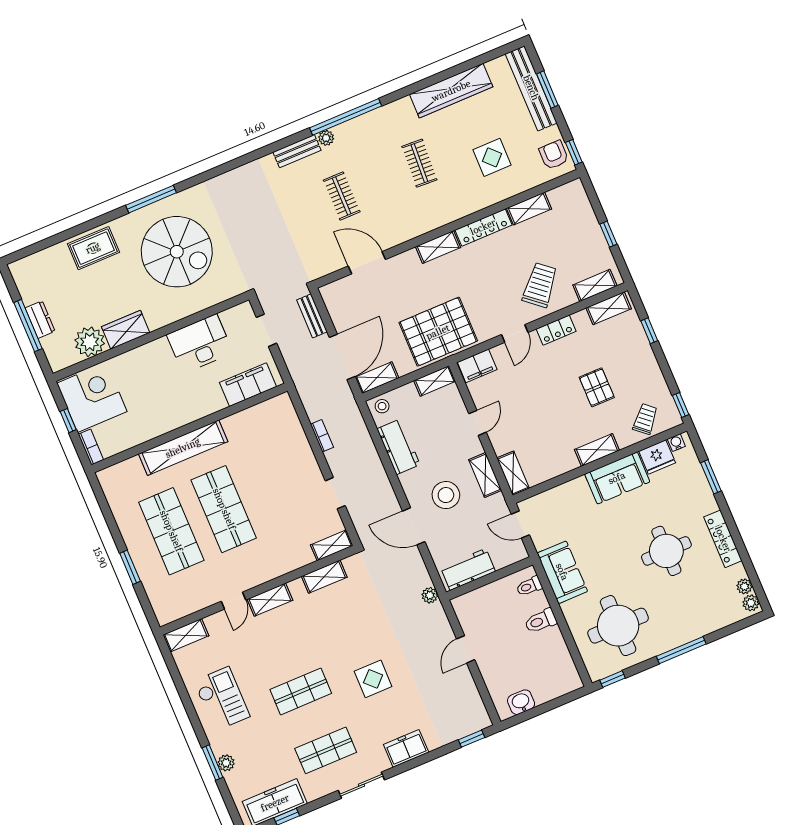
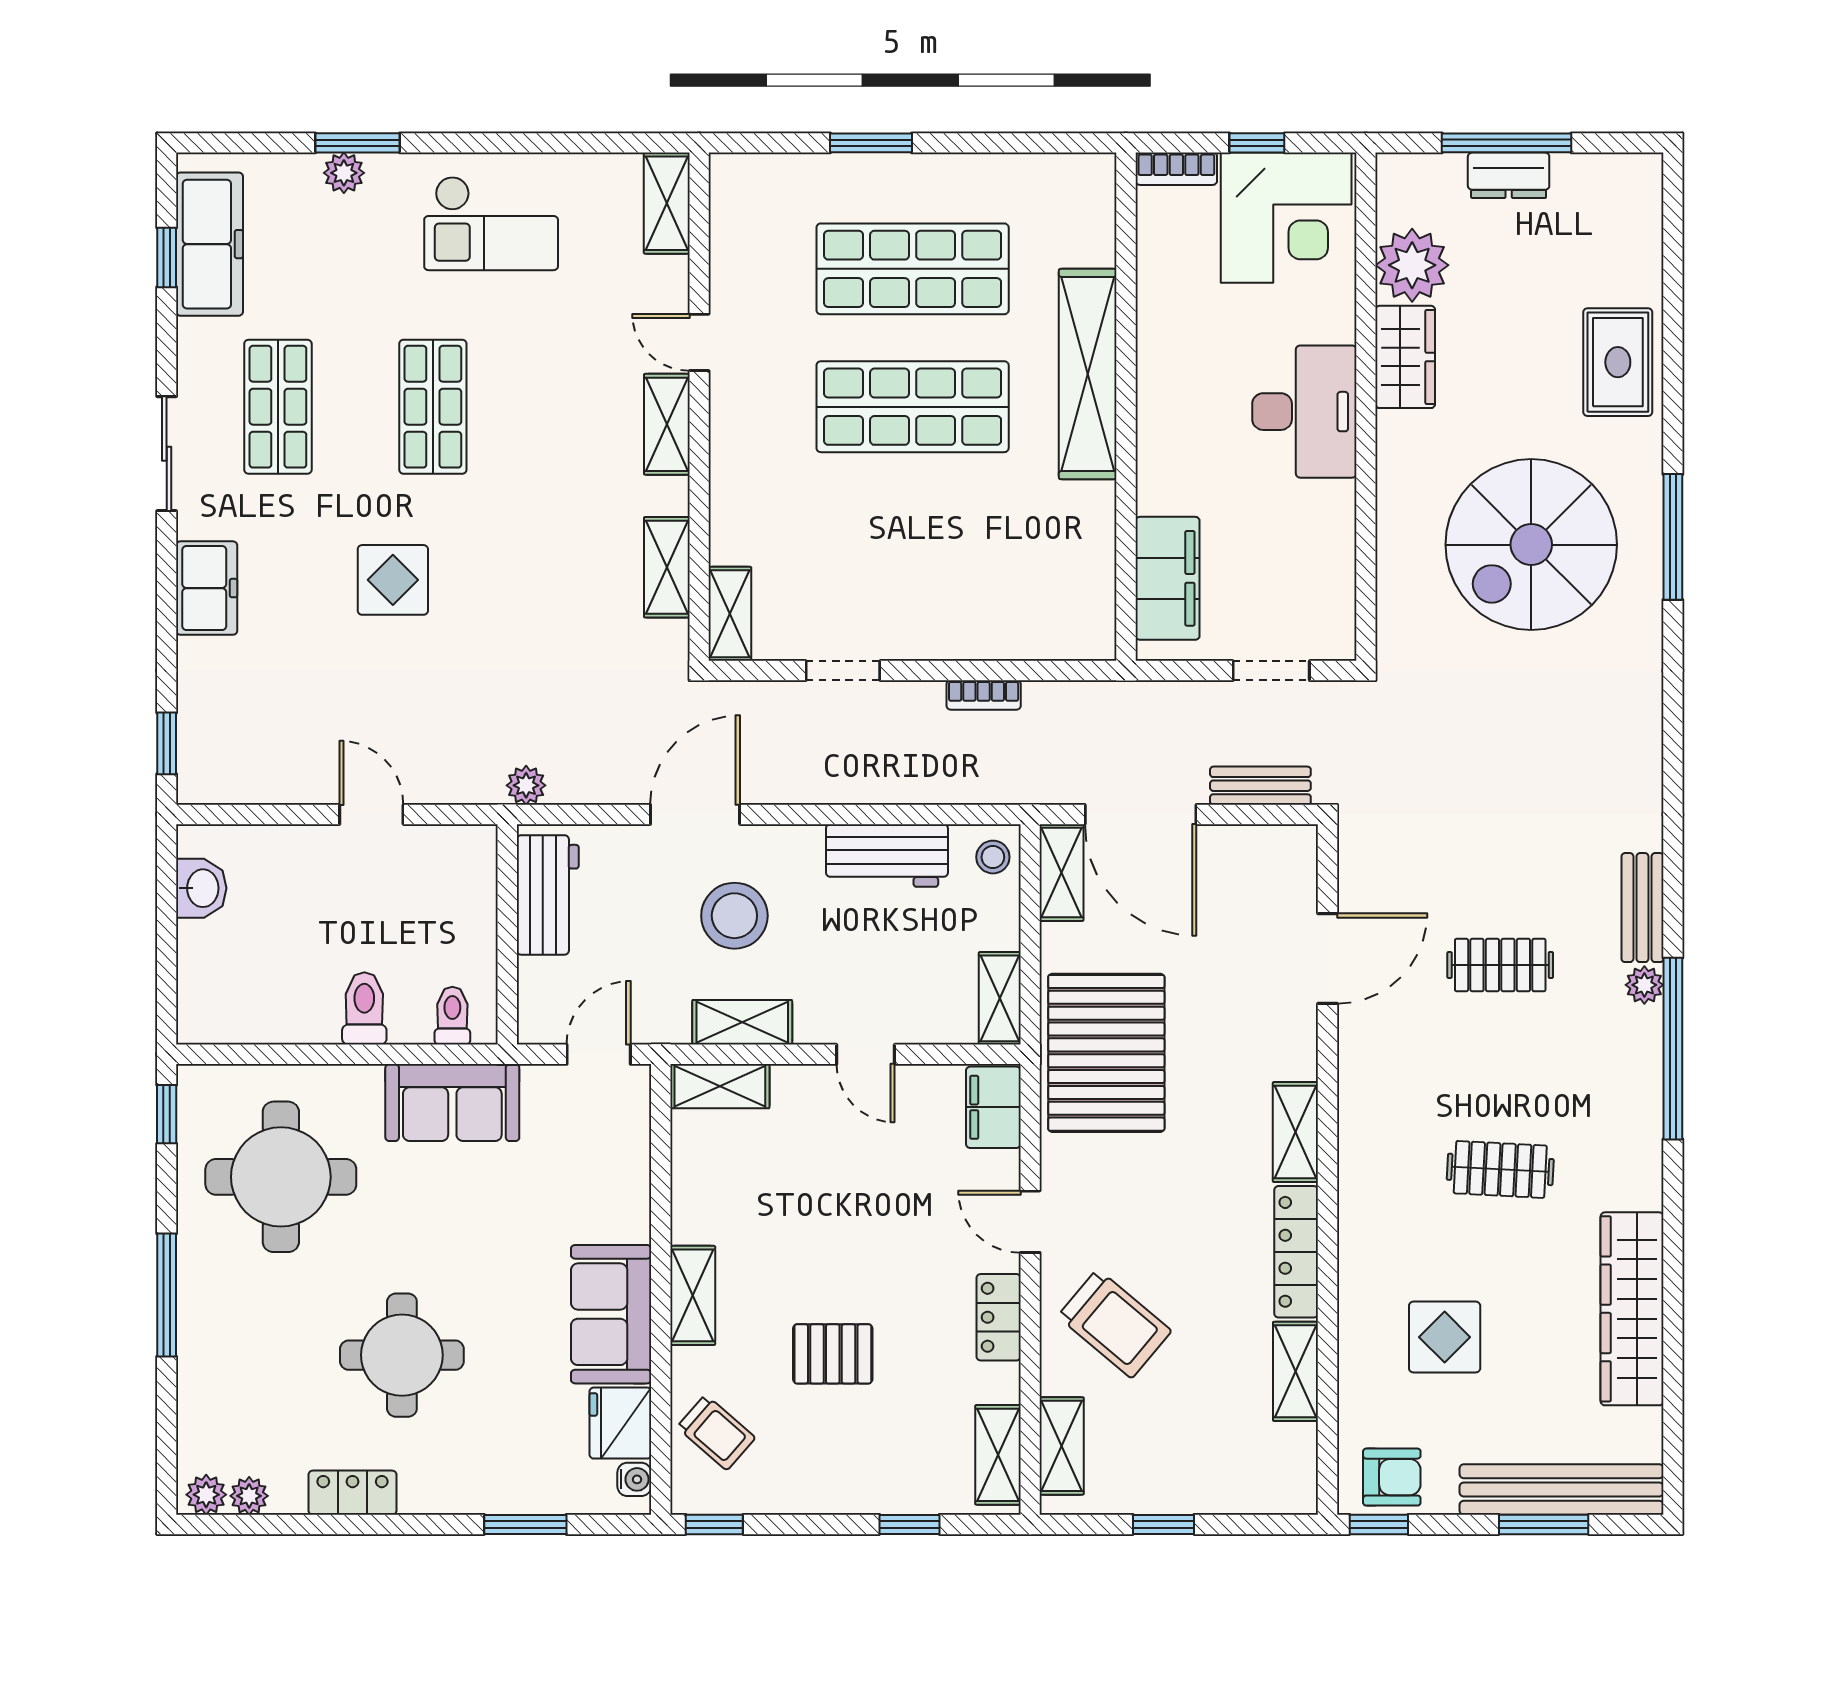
desk: (200, 344) -> (1304, 412), moved
locker: (723, 539) -> (352, 1493), width x0.66

